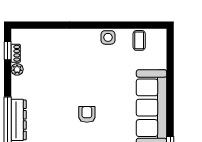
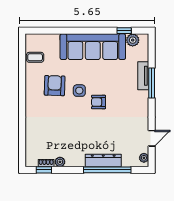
side table: (108, 37) -> (79, 91), moved
armchair: (106, 63) -> (55, 86), added

